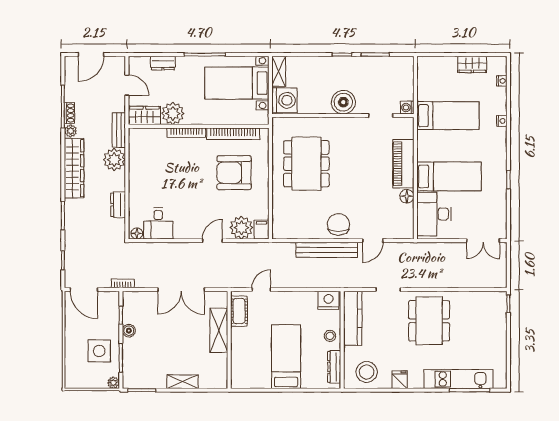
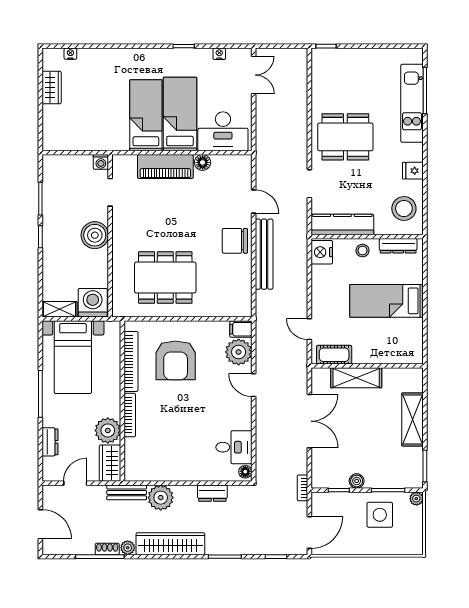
bed: (448, 116) -> (146, 115), moved
nightstand: (502, 121) -> (219, 54), moved
shelving: (182, 382) -> (412, 419), width x1.50, depth x1.33

